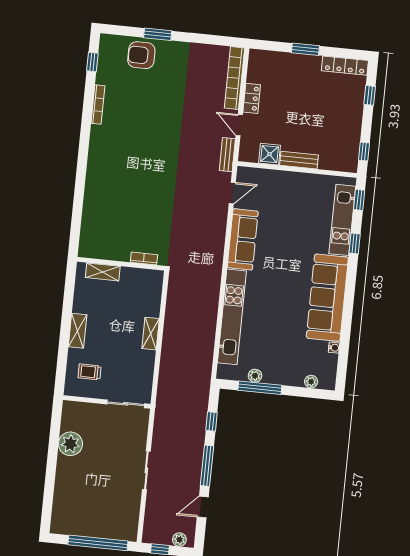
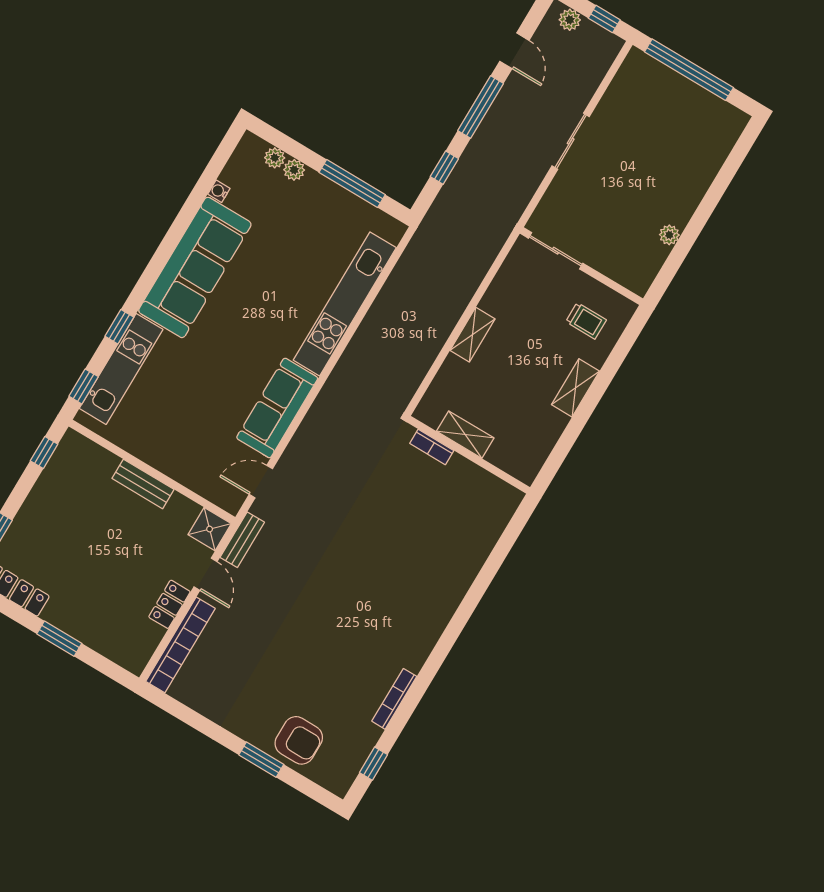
shower: (269, 154) -> (210, 529), moved
shelving: (103, 272) -> (465, 435), moved
plant: (255, 376) -> (294, 170), moved
plant: (70, 444) -> (669, 235), width x0.53, depth x0.53
door: (203, 507) -> (514, 51), hinge flipped

